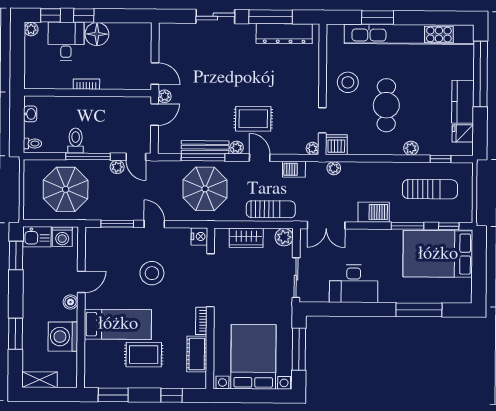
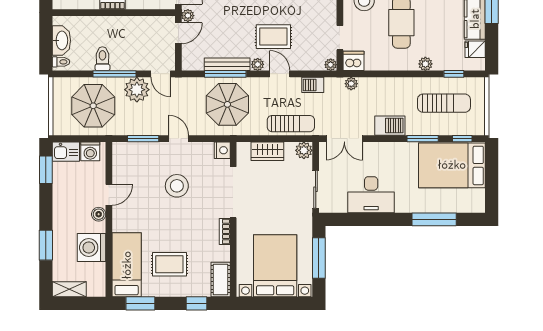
washbasin: (30, 114) -> (61, 40), width x1.91, depth x1.45
plant: (117, 167) -> (137, 90), width x1.87, depth x1.87
bed: (118, 324) -> (127, 265), moved, turned -90
cot: (197, 354) -> (221, 279), moved

